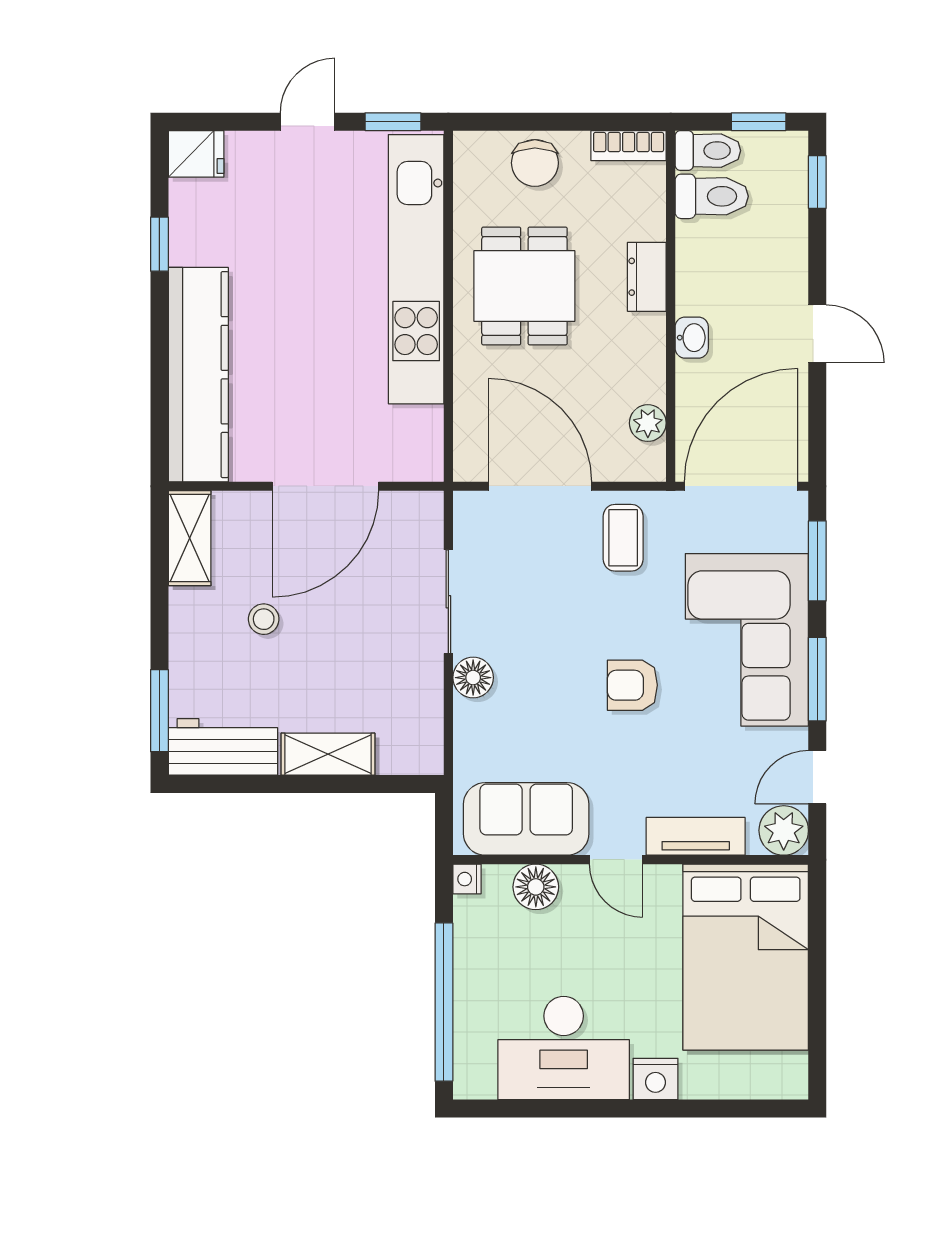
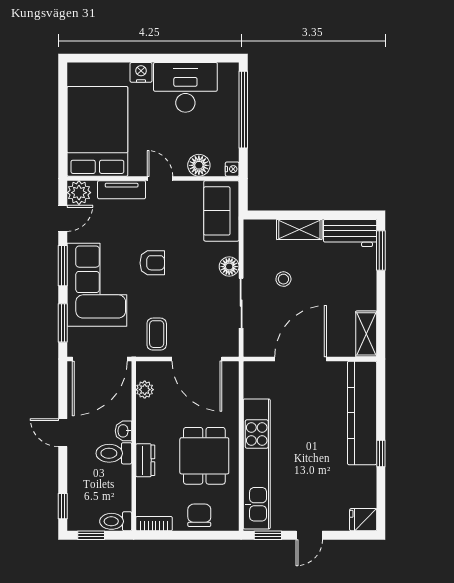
toilet: (712, 196) -> (114, 453), moved
window: (159, 244) -> (381, 453), moved
stool: (264, 619) -> (283, 279), moved
sofa: (526, 819) -> (221, 211), moved, turned 90

